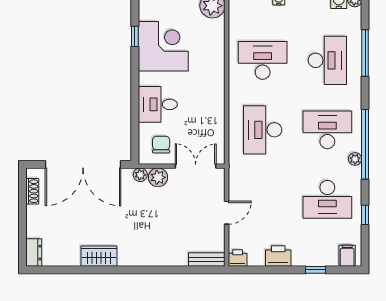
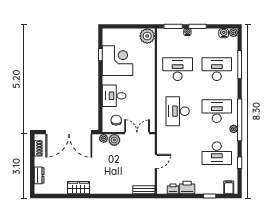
desk: (327, 60) -> (217, 69), turned -90
dresser: (34, 253) -> (39, 175), moved
printer: (238, 258) -> (173, 189), moved

